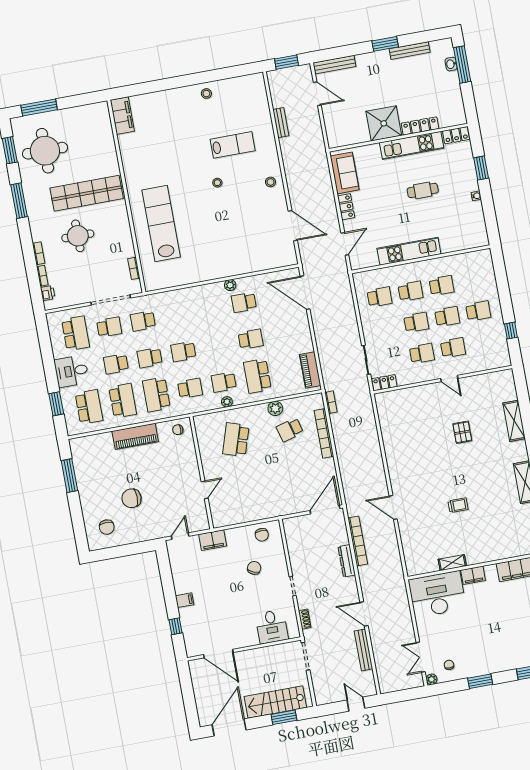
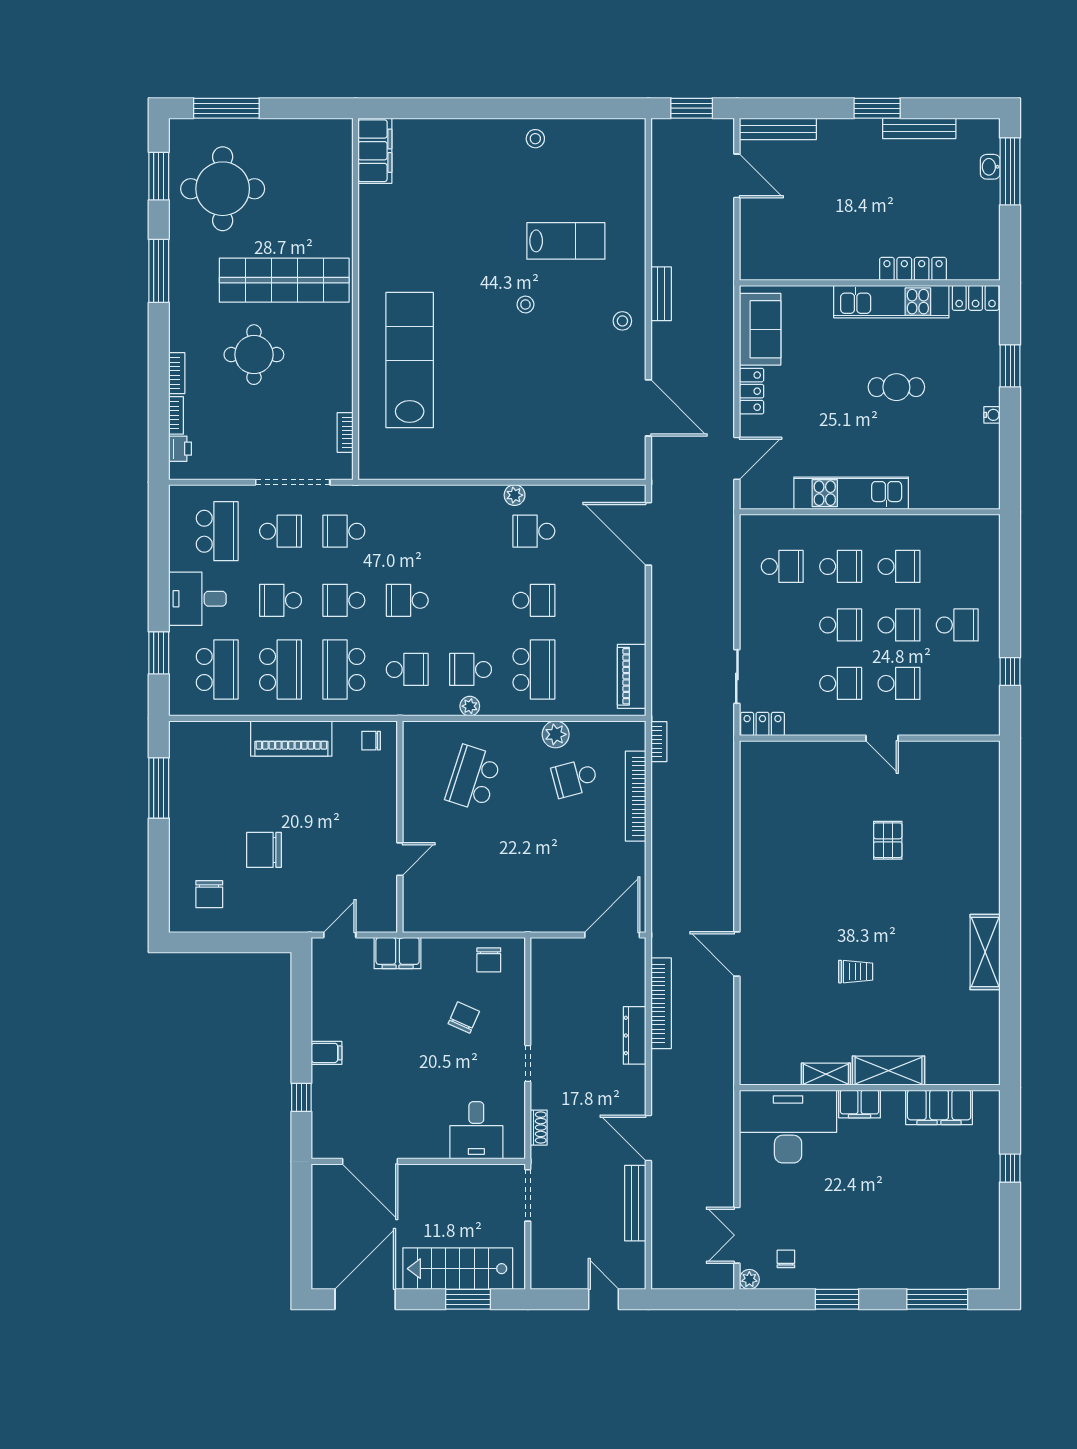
bench: (281, 123) -> (661, 294), moved
shower: (384, 123) -> (848, 252), removed
school desk: (257, 376) -> (534, 669), turned 180
shelving: (514, 421) -> (888, 1071), moved, turned 90

